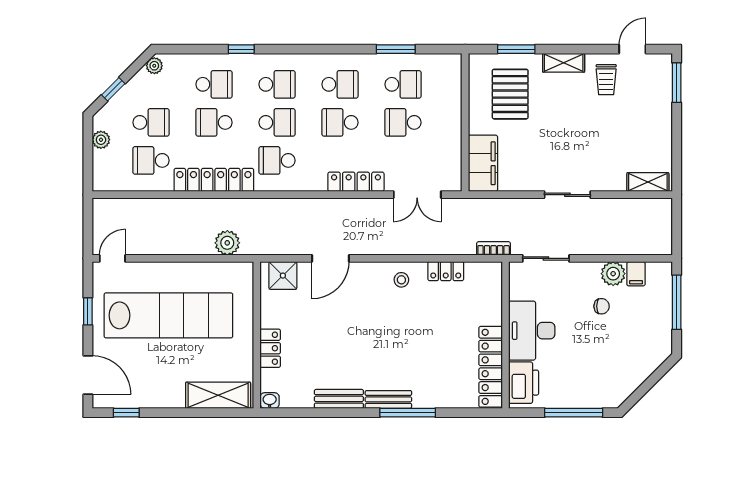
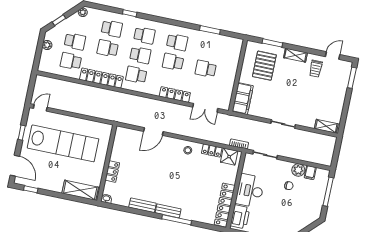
school desk: (403, 84) -> (210, 49), removed
plant: (227, 243) -> (101, 112), removed
shower: (283, 276) -> (229, 157), moved

